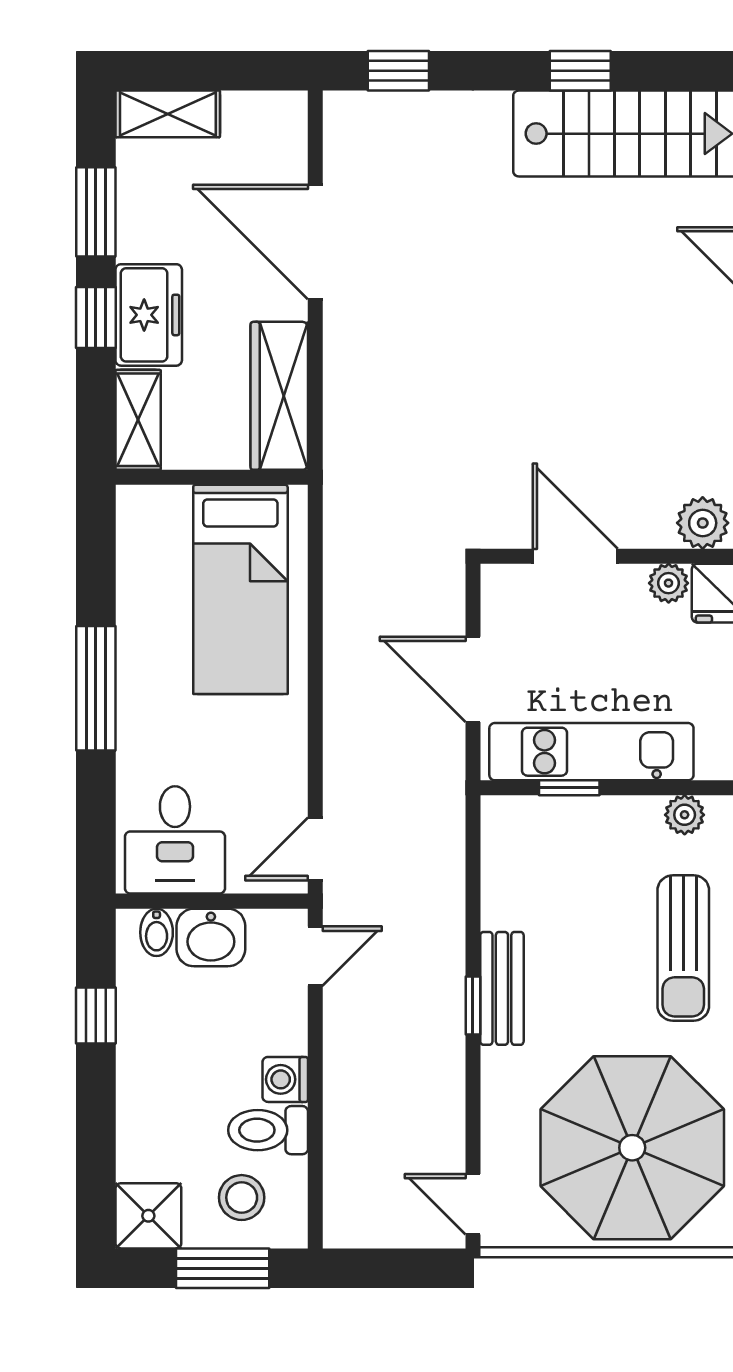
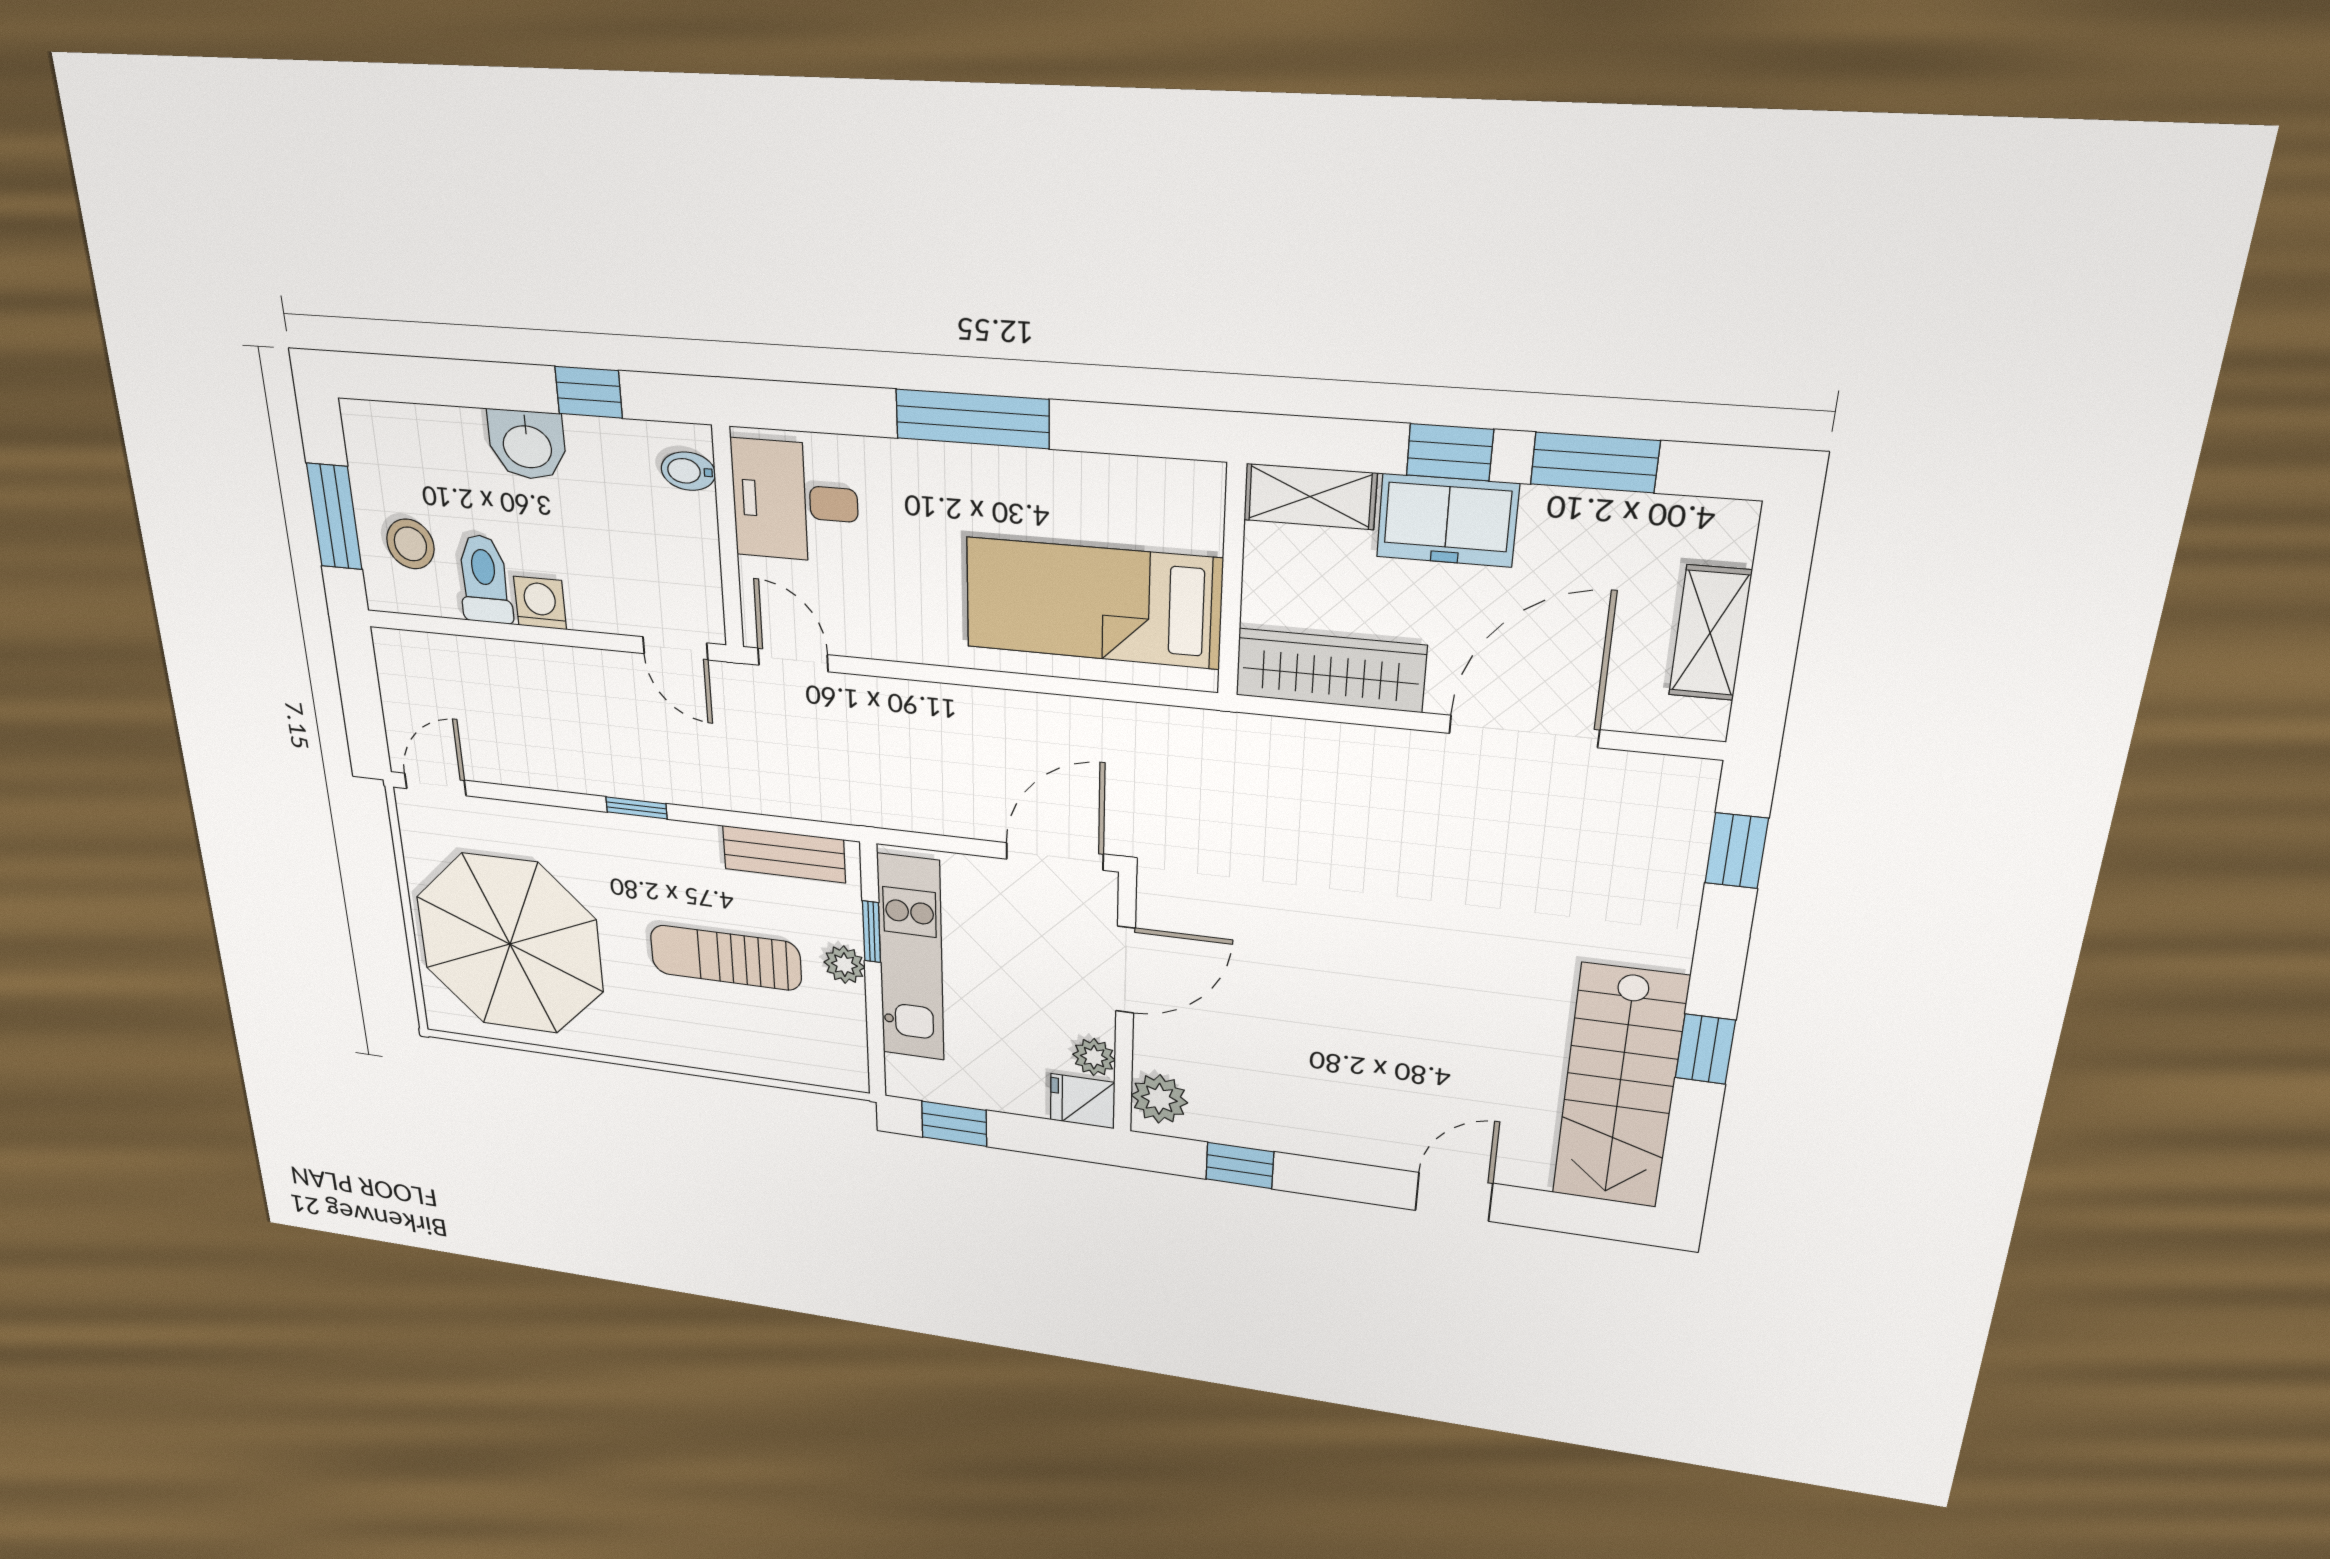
shelving: (168, 114) -> (1710, 633), moved
door: (473, 679) -> (1055, 856), moved
plant: (685, 815) -> (844, 965), moved
washbasin: (211, 937) -> (527, 445), moved, turned -90
sun lounger: (683, 948) -> (726, 958), moved
bench: (502, 988) -> (784, 854), moved
shower: (148, 1216) -> (377, 438), removed

